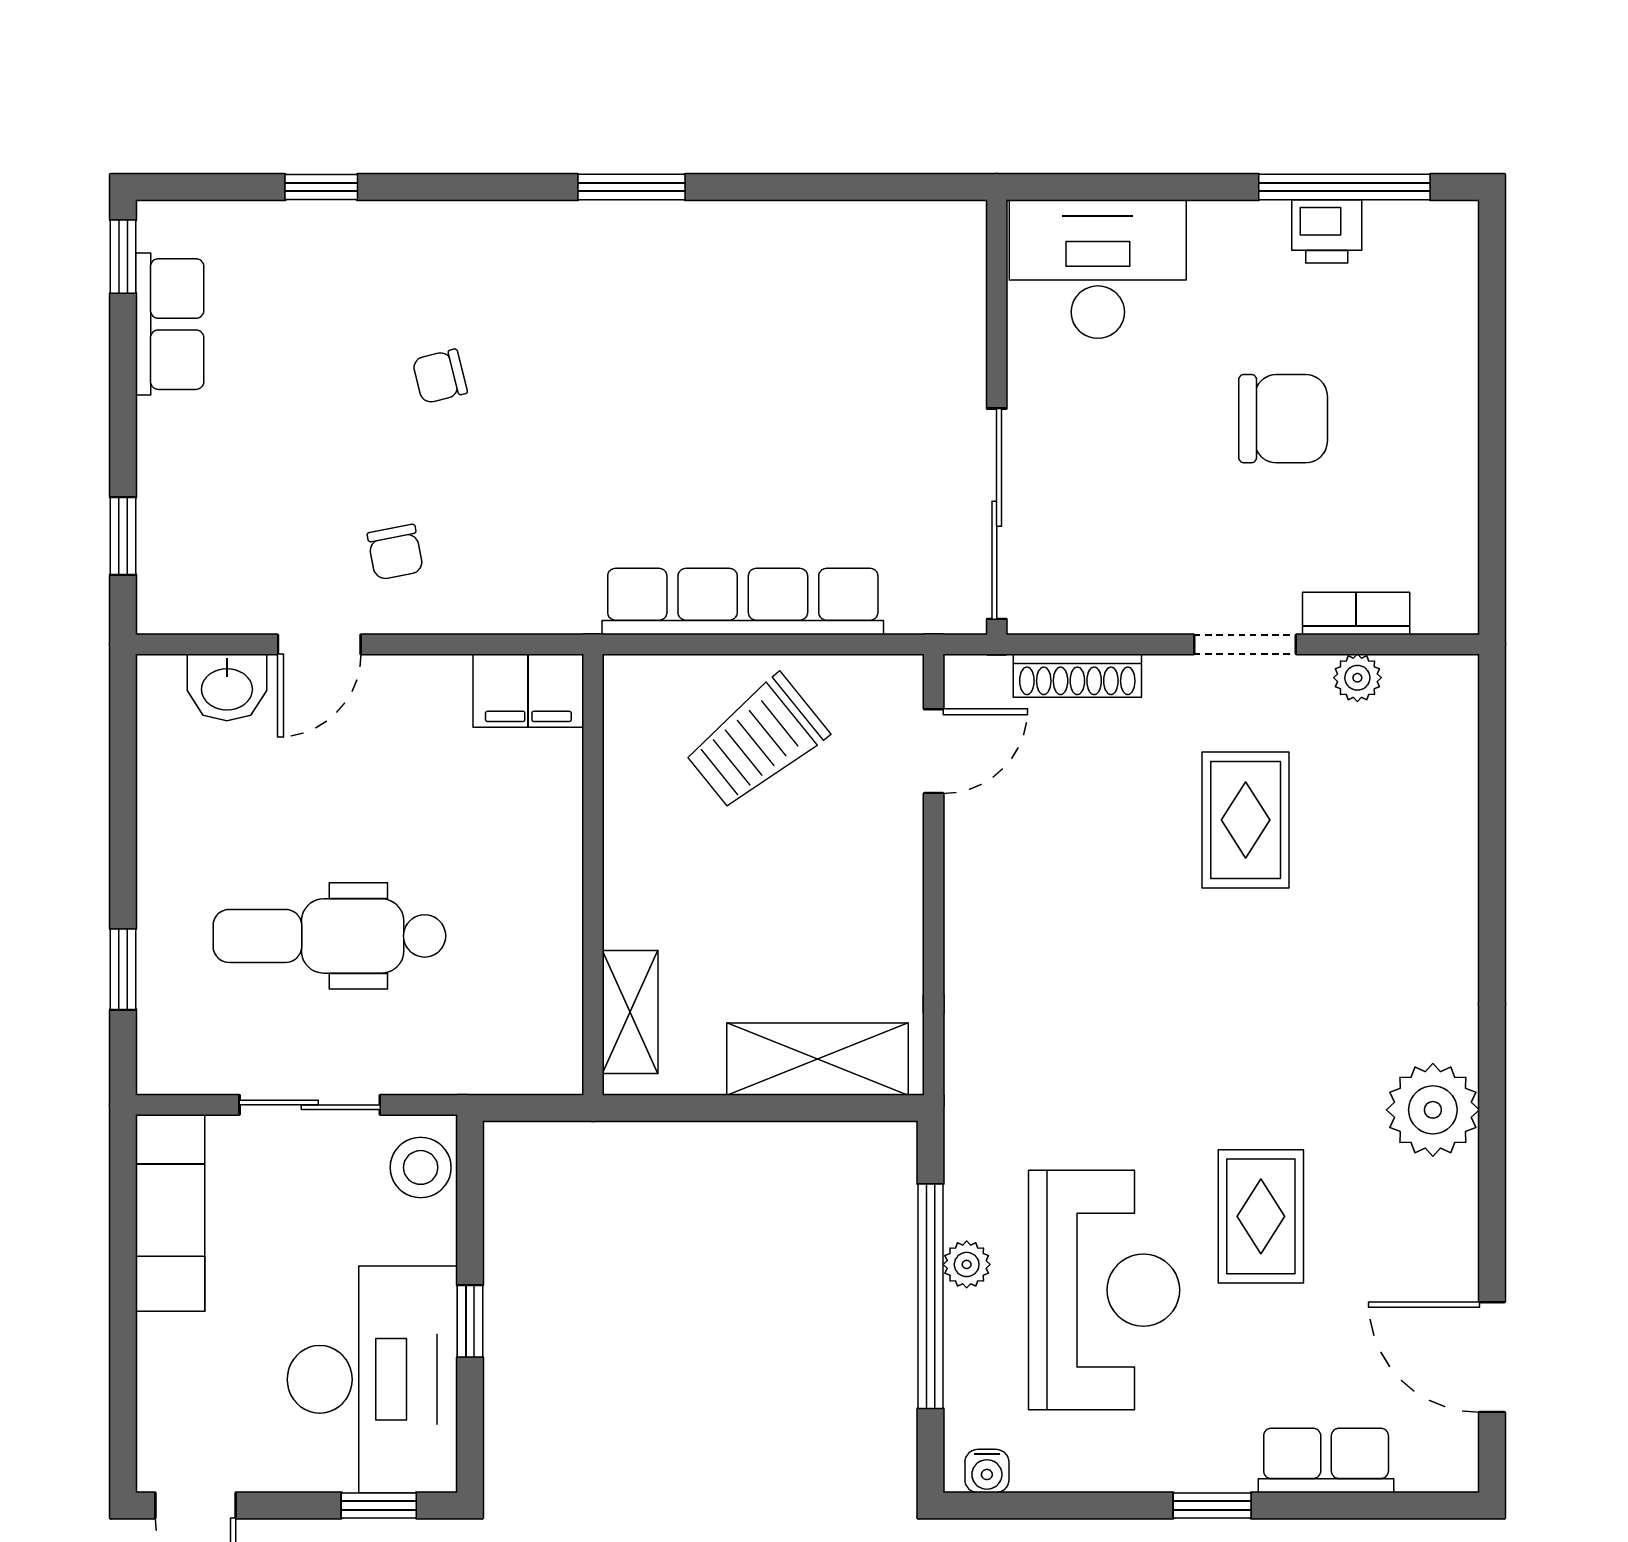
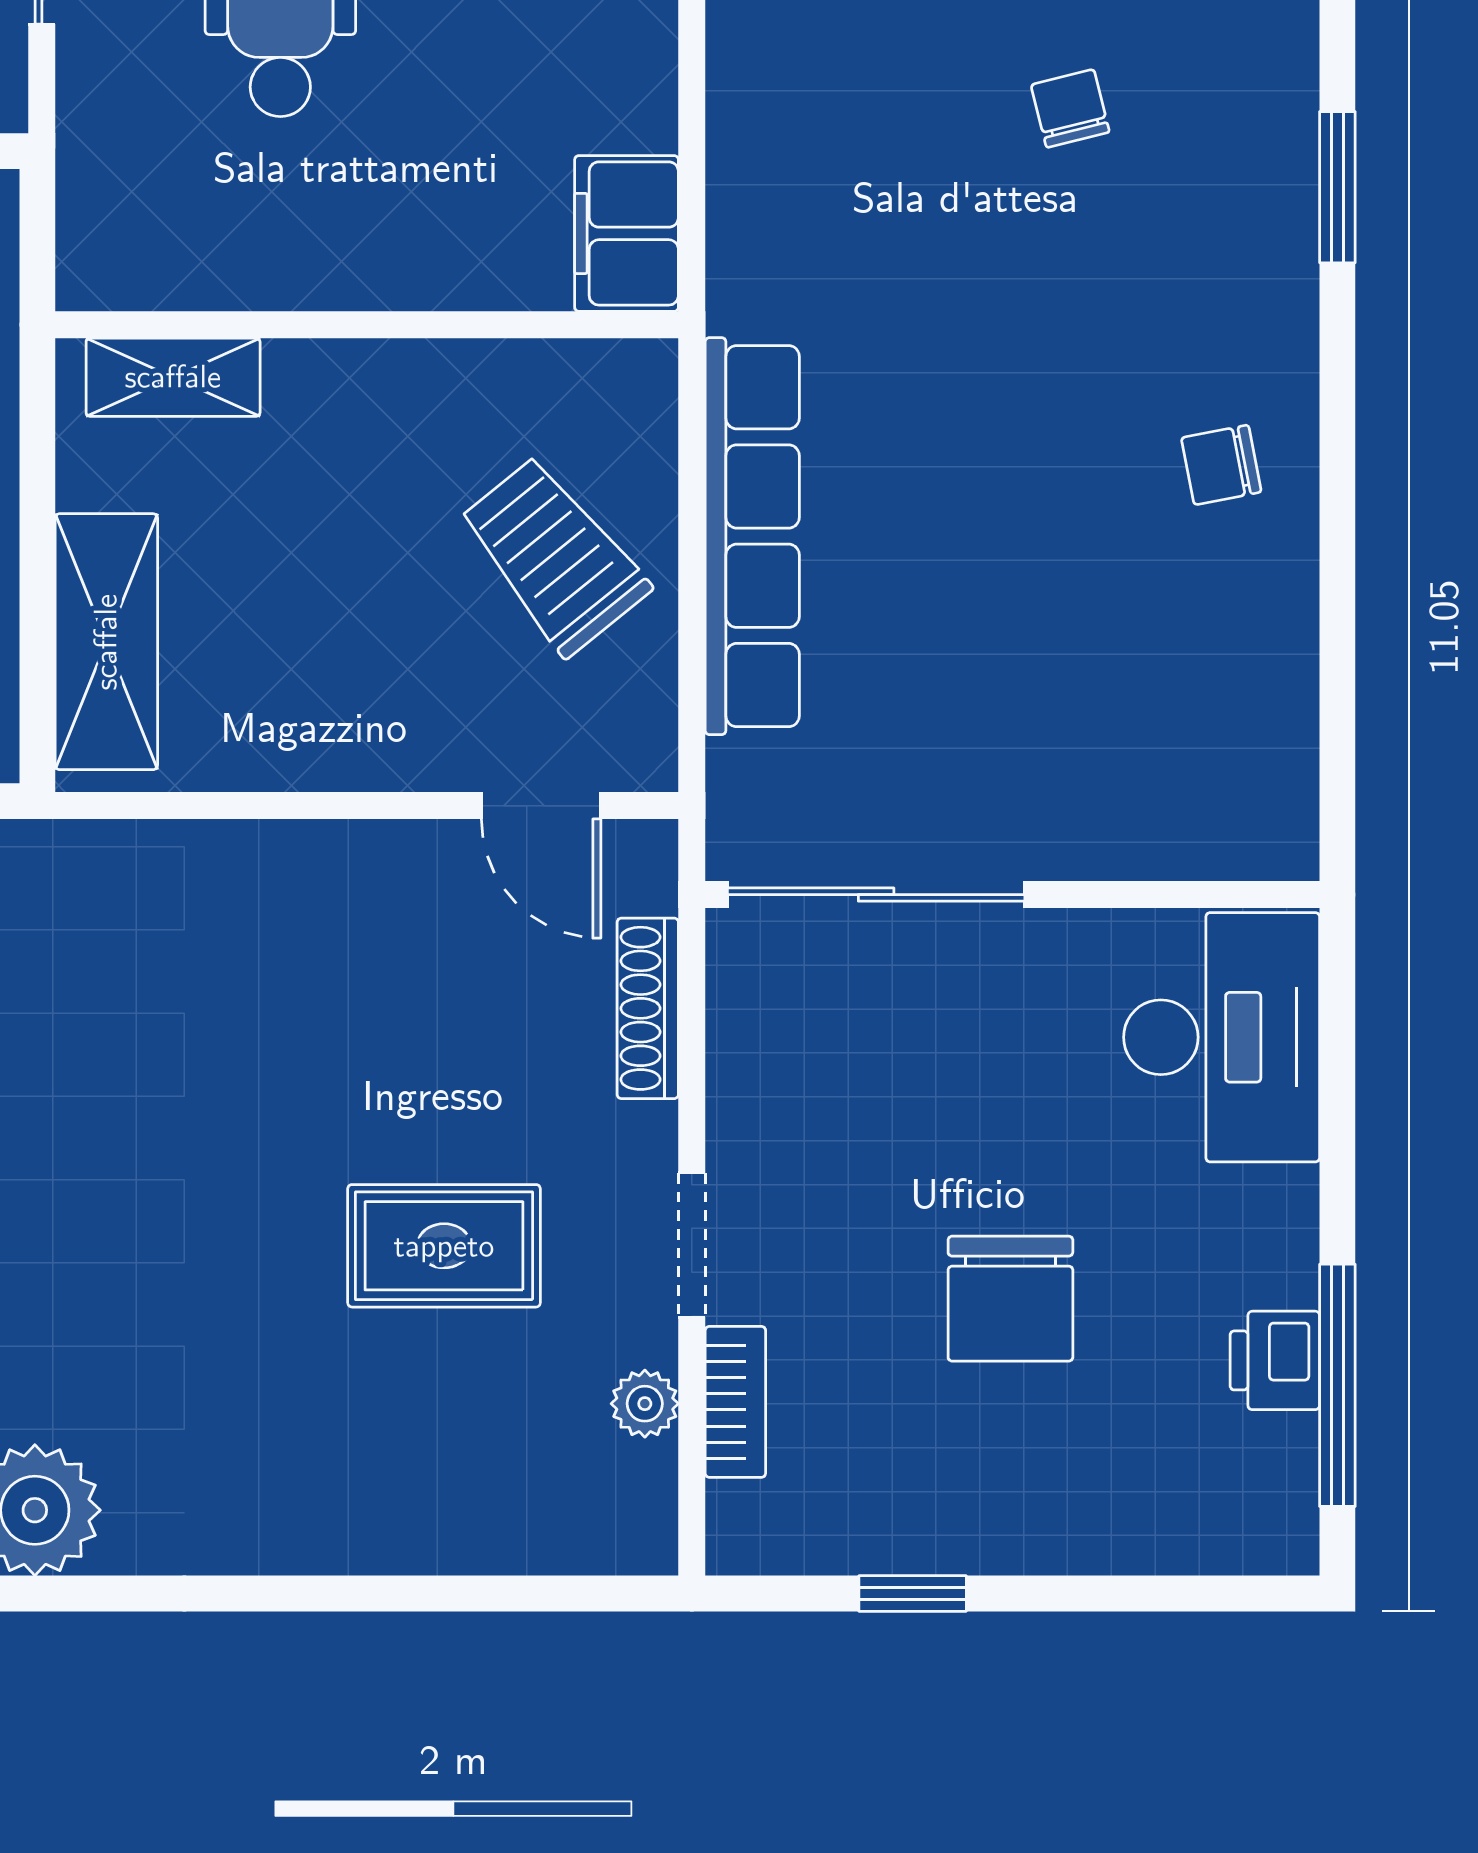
window: (631, 187) -> (1337, 187), moved
window: (1492, 488) -> (913, 1594), added
chair: (395, 552) -> (1221, 465), moved

